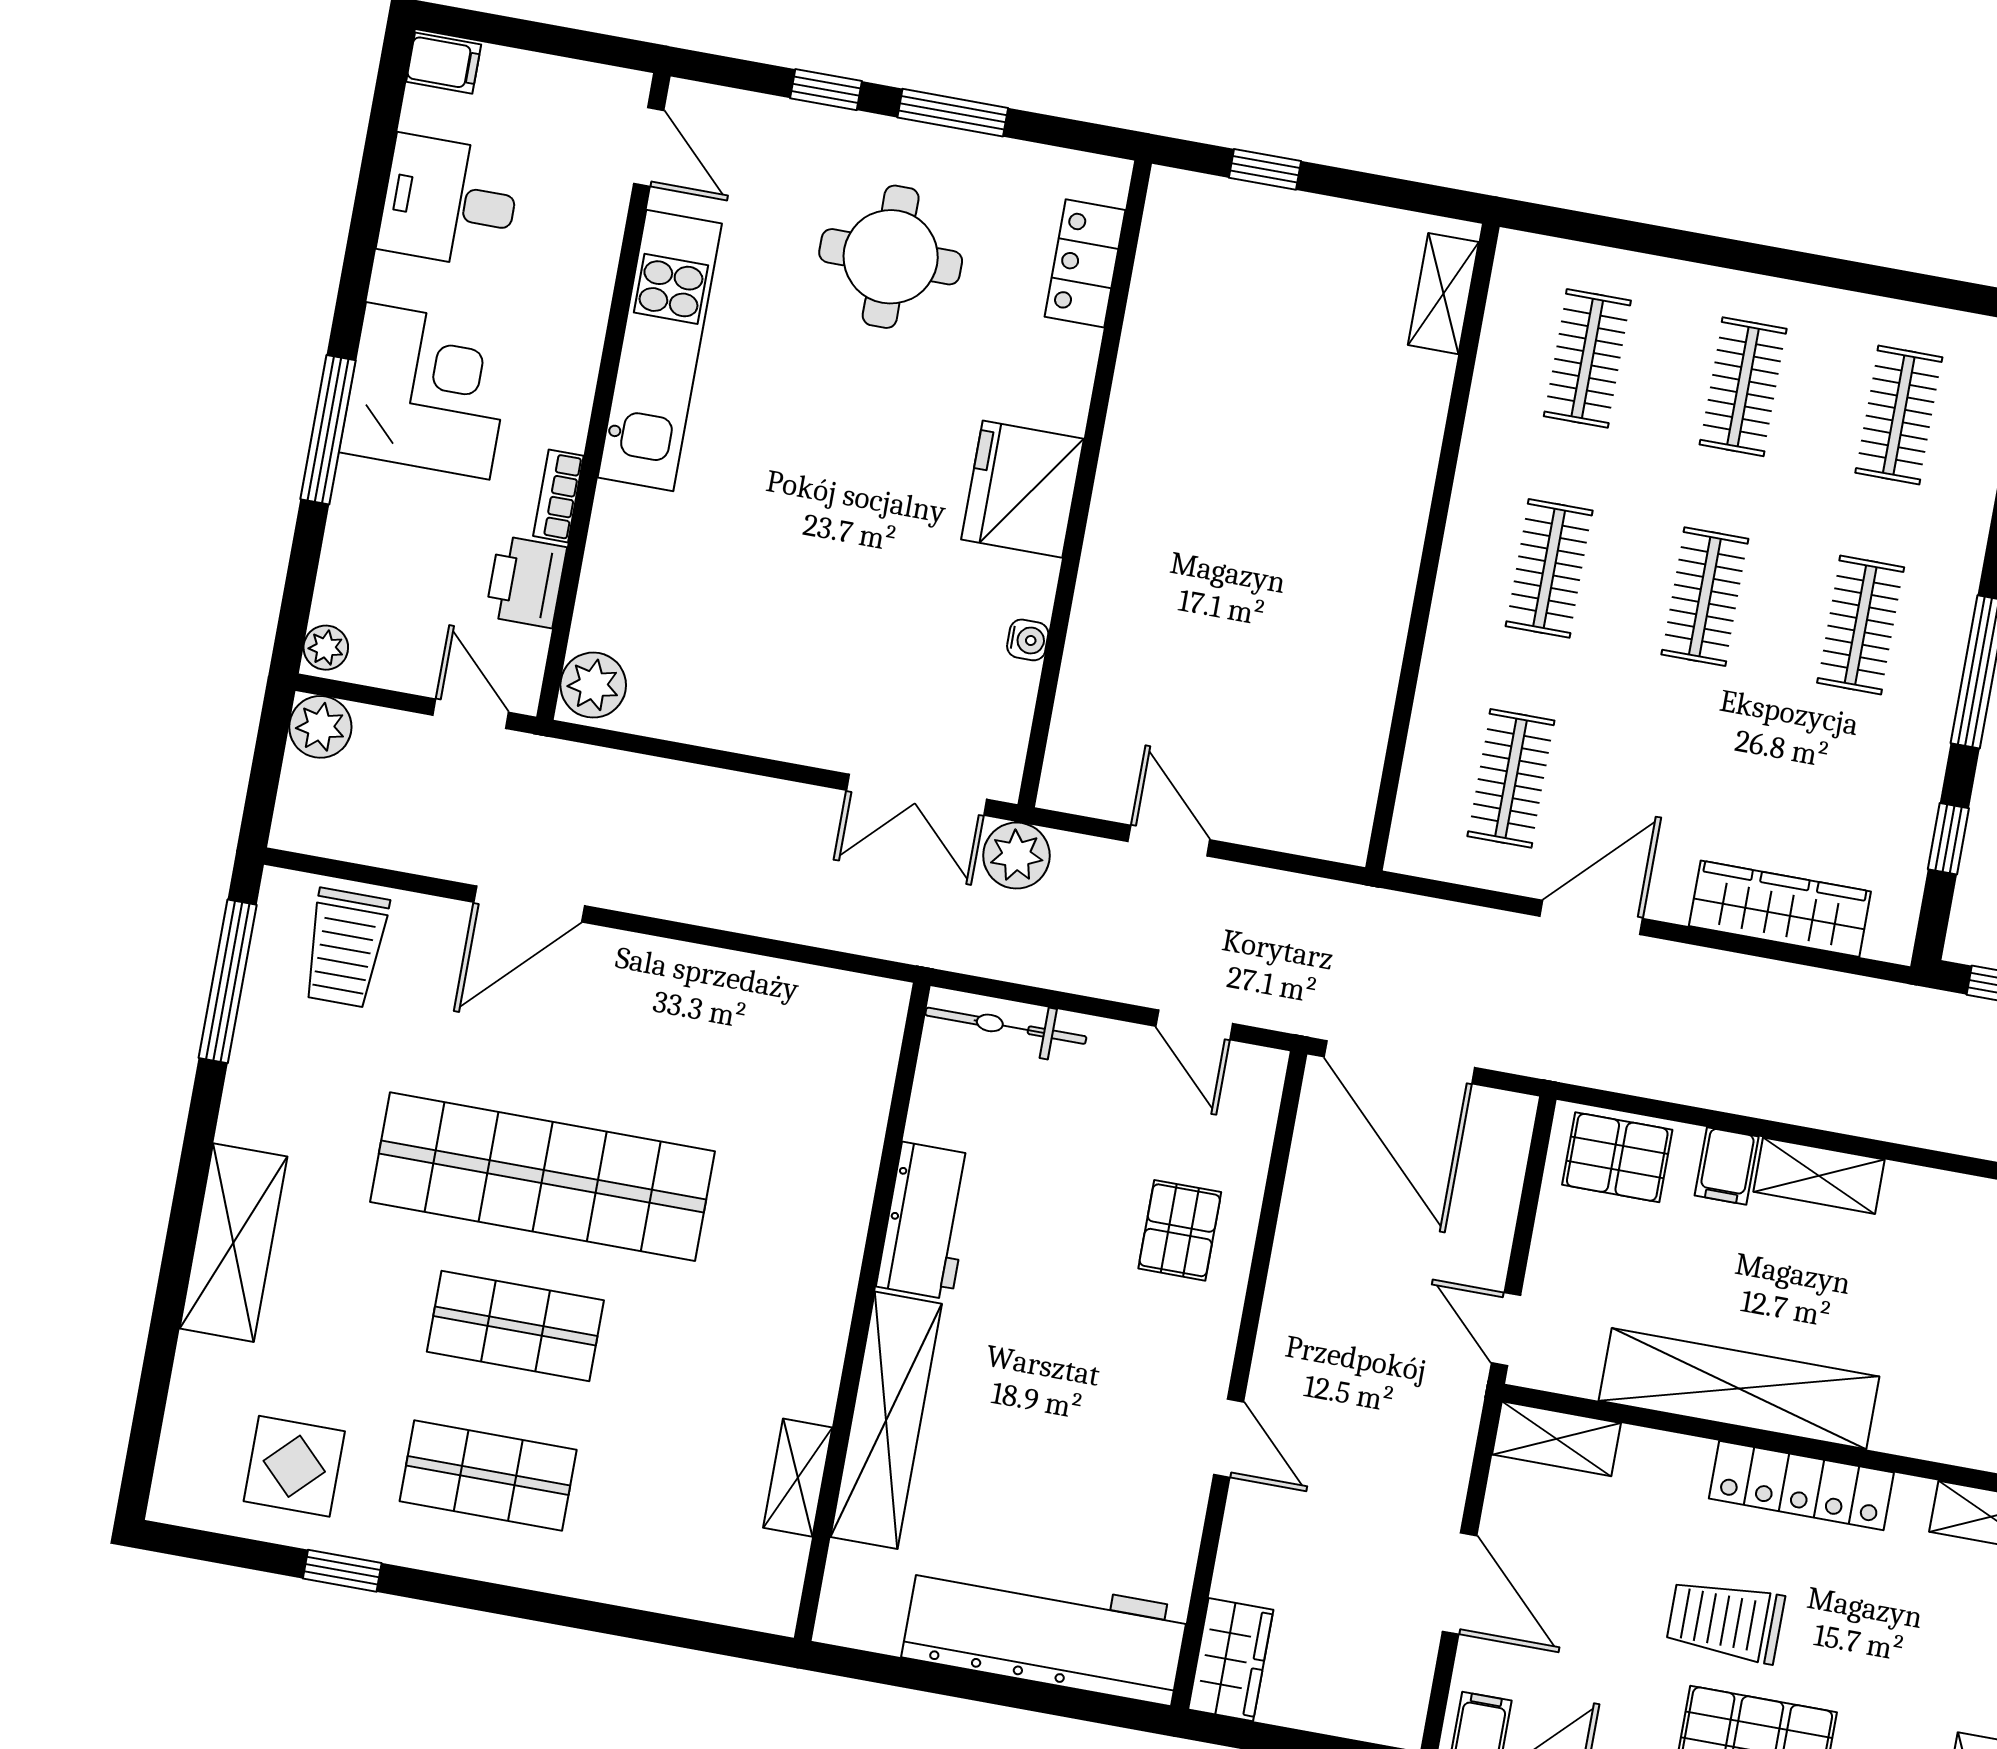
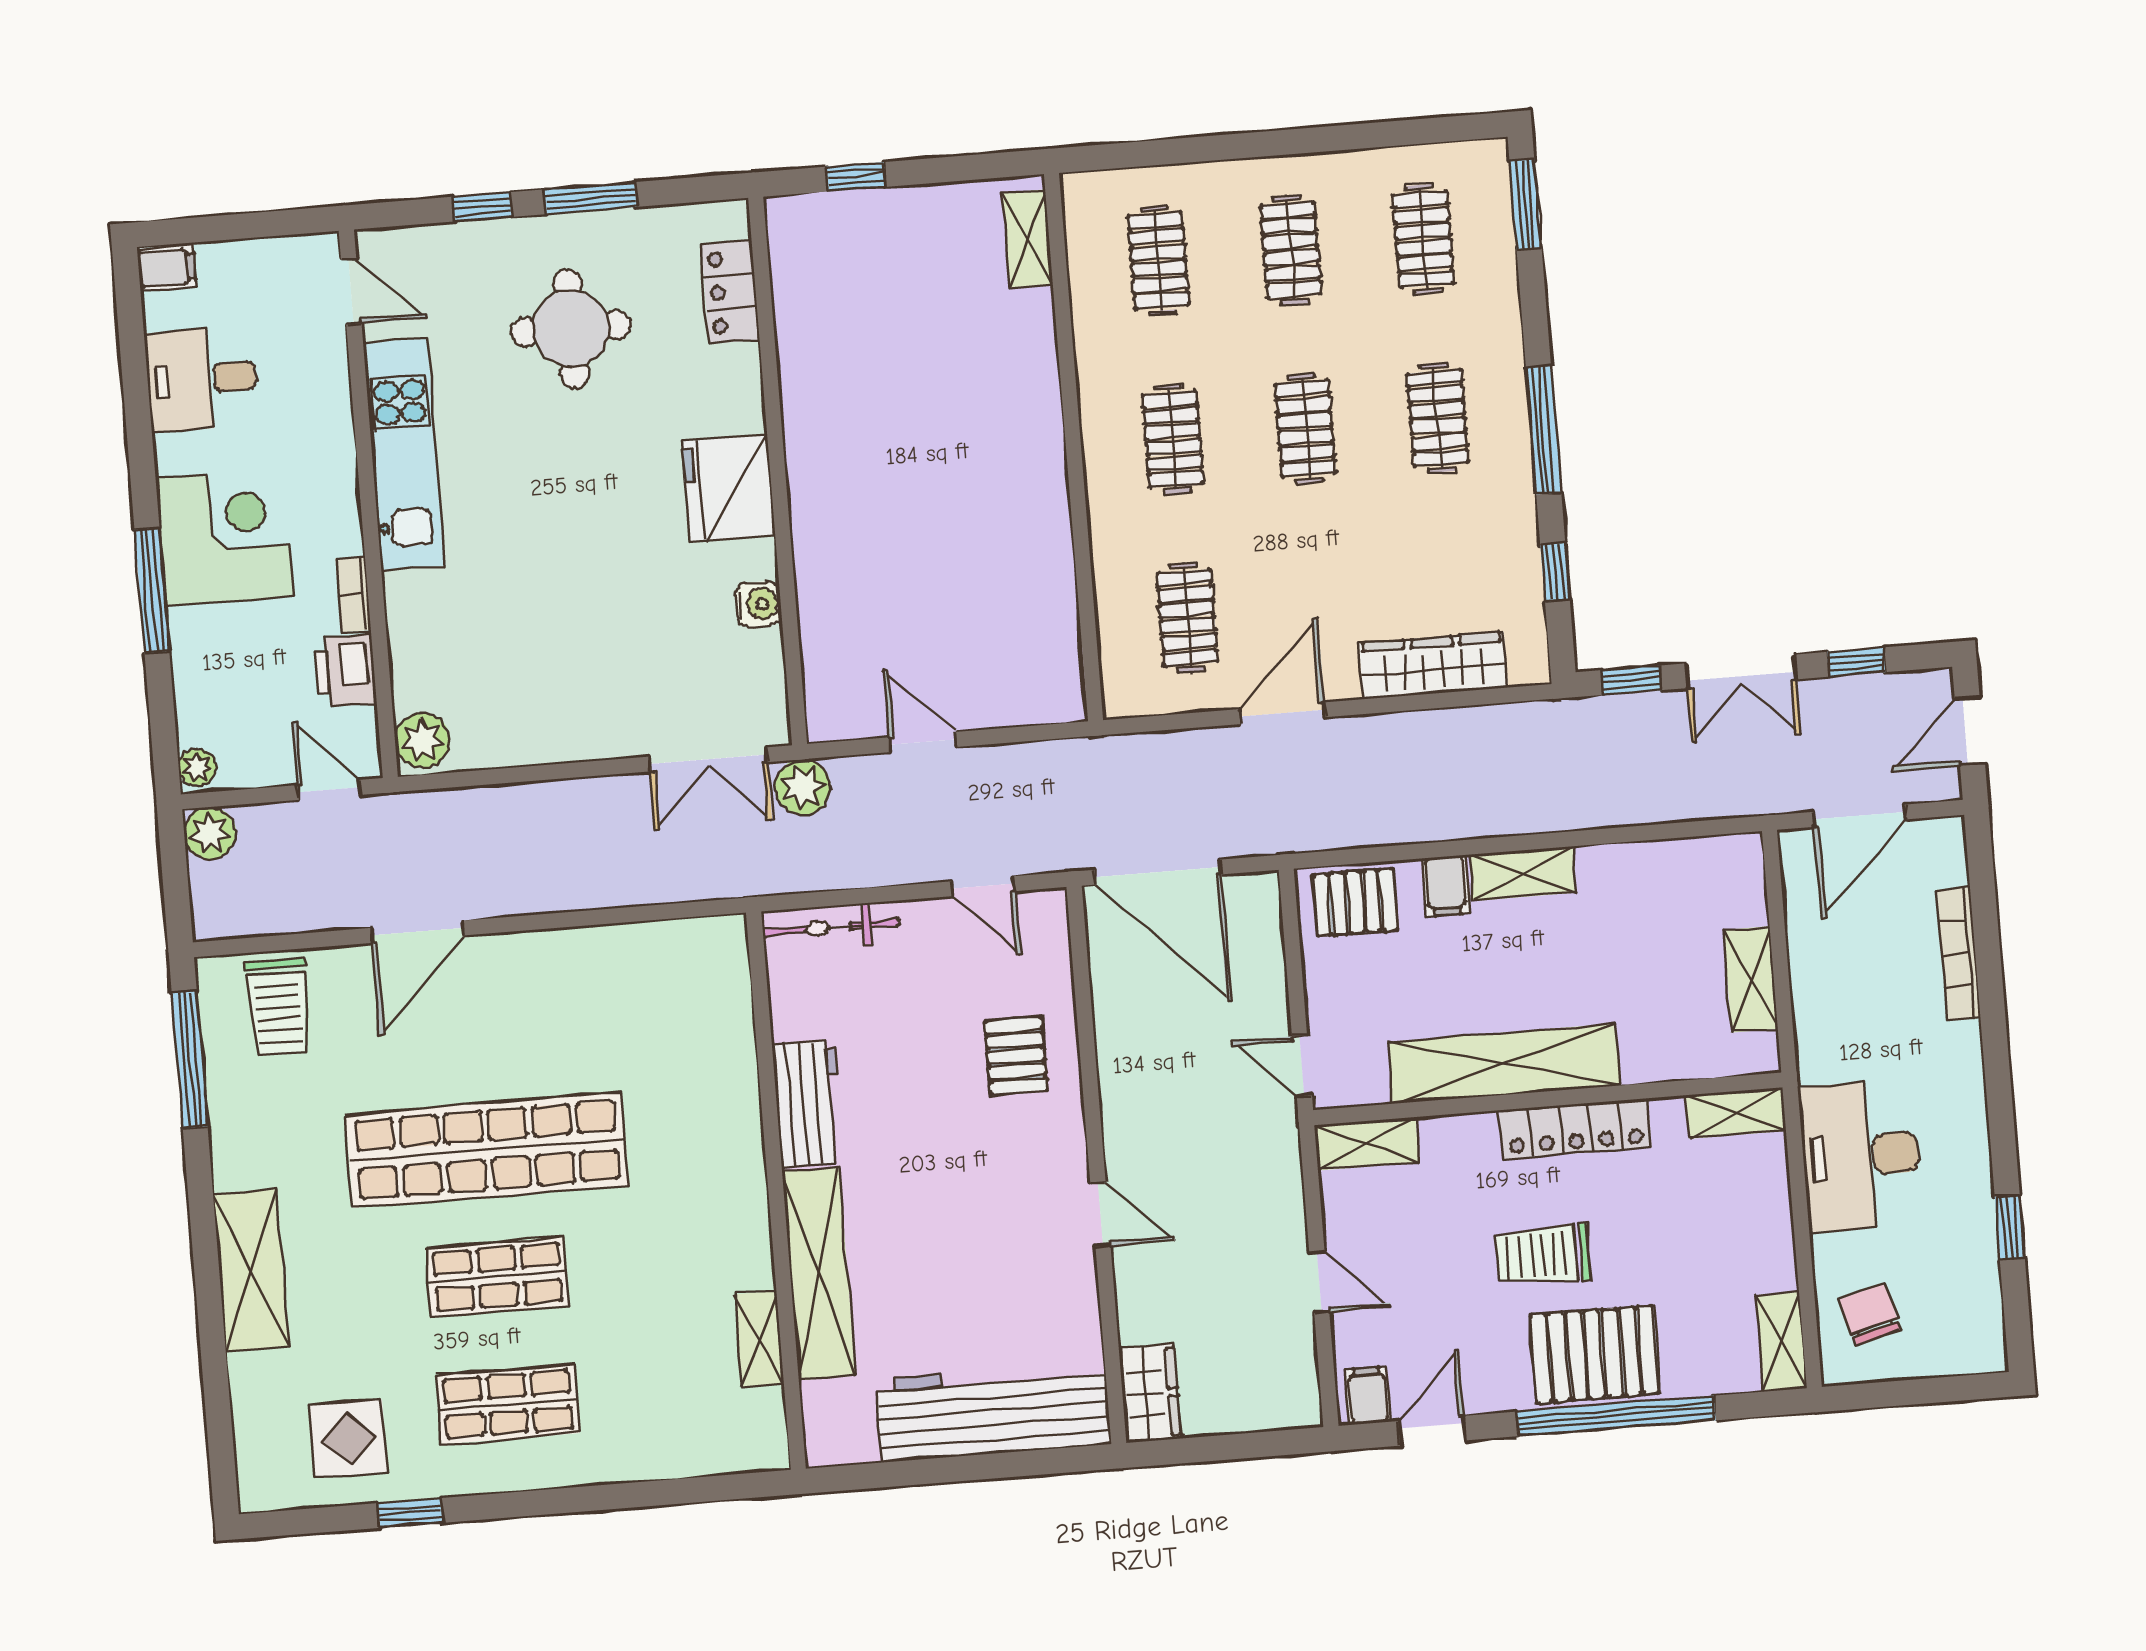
water cooler: (1028, 640) -> (759, 604), width x1.38, depth x1.38
door: (1460, 1583) -> (1319, 1282), width x0.73

